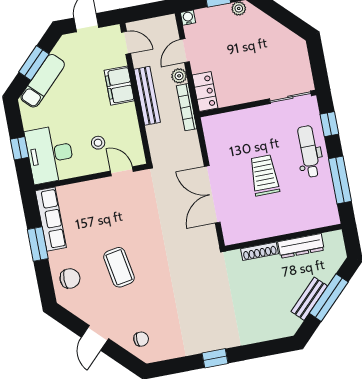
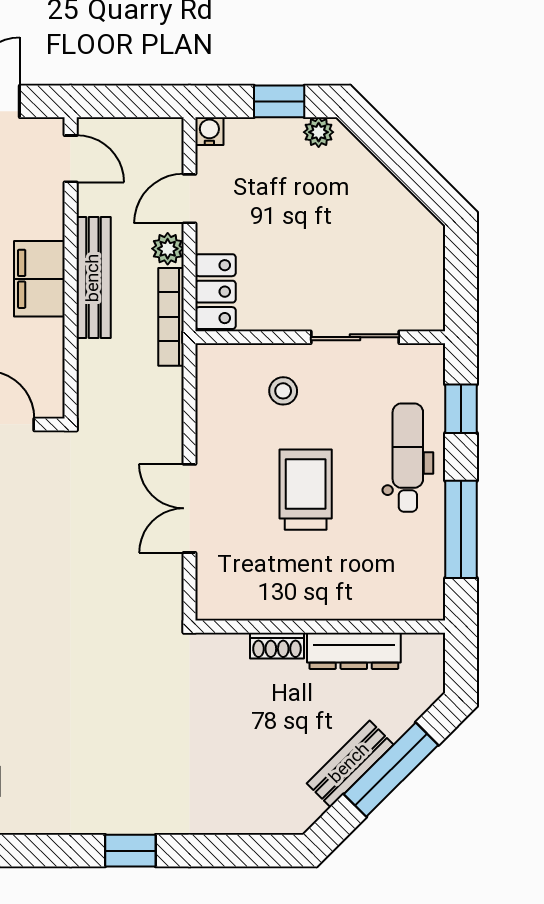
filing cabinet: (119, 86) -> (39, 279), moved
sliding door: (290, 97) -> (355, 337), moved
stool: (245, 132) -> (283, 391), added
double door: (212, 194) -> (190, 508), width x0.73
shoe rack: (260, 251) -> (277, 646), width x0.70

